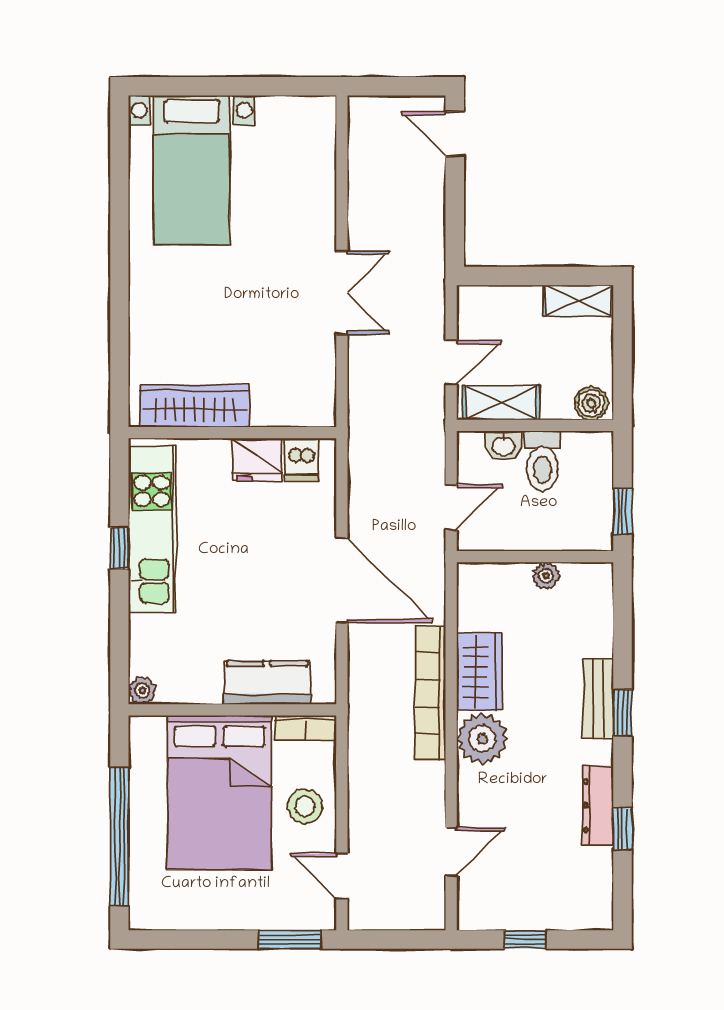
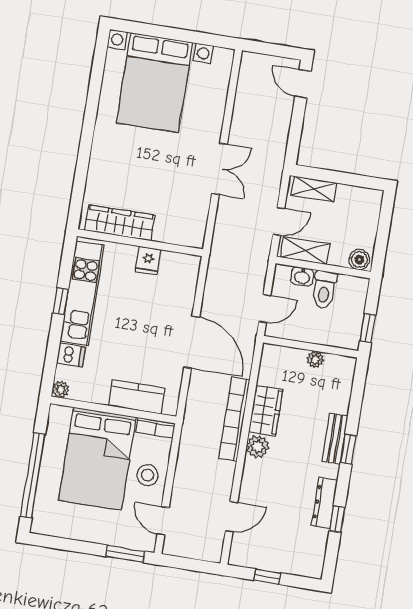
bed with nightstands: (192, 170) -> (154, 83), width x1.36
shelving: (578, 301) -> (314, 189), moved
fridge: (257, 460) -> (148, 261), width x0.72
dishwasher: (302, 460) -> (71, 355), moved, turned -90
plant: (482, 739) -> (258, 447), width x0.73, depth x0.73

